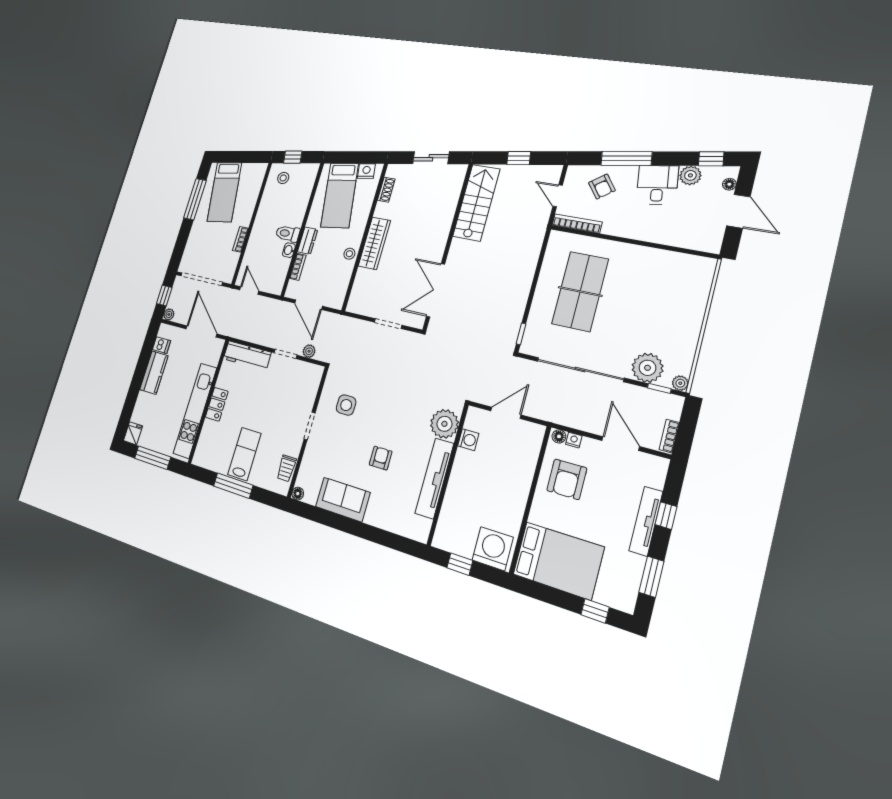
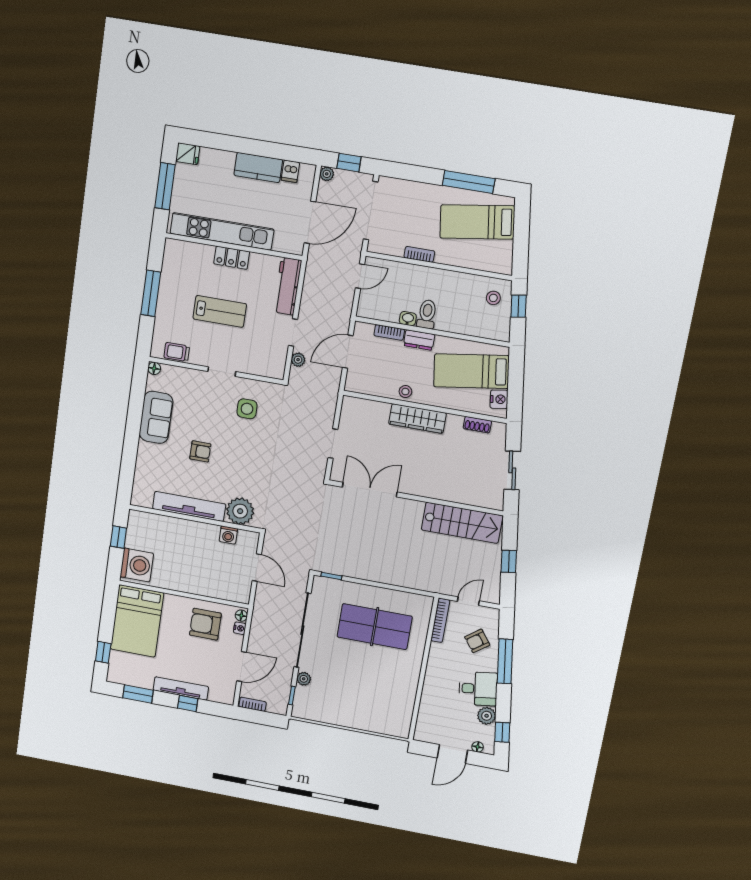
plant: (648, 368) -> (304, 679), width x0.53, depth x0.53
plant: (680, 383) -> (298, 712), removed
lab bench: (244, 454) -> (220, 311), moved

